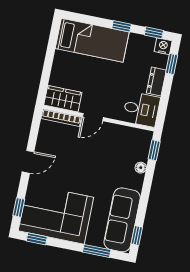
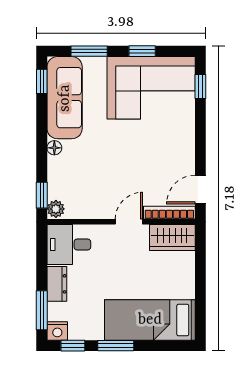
window: (122, 26) -> (116, 346), width x1.50
window: (172, 64) -> (42, 310), width x1.50
plant: (146, 138) -> (56, 209), added
door: (28, 162) -> (200, 190), moved
floor lamp: (141, 168) -> (54, 148), moved
window: (37, 239) -> (142, 51), moved

